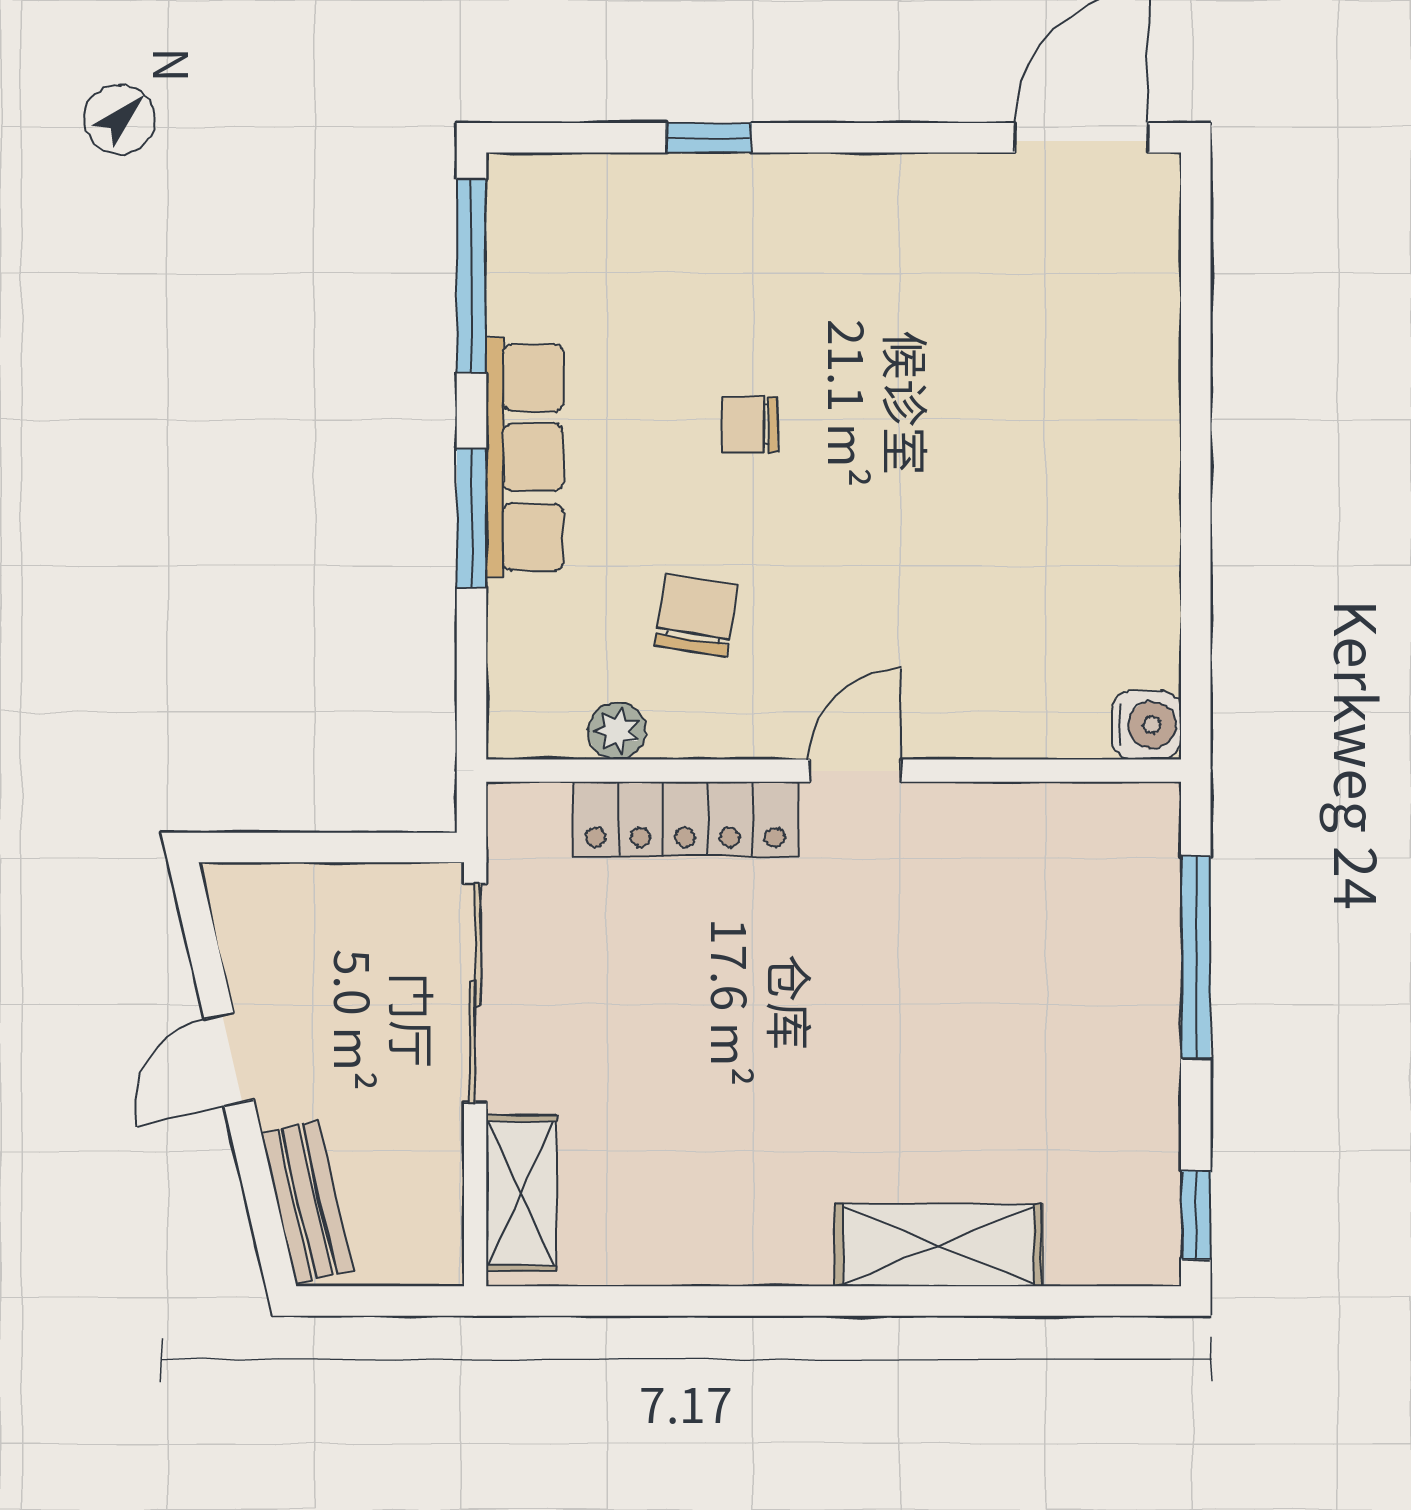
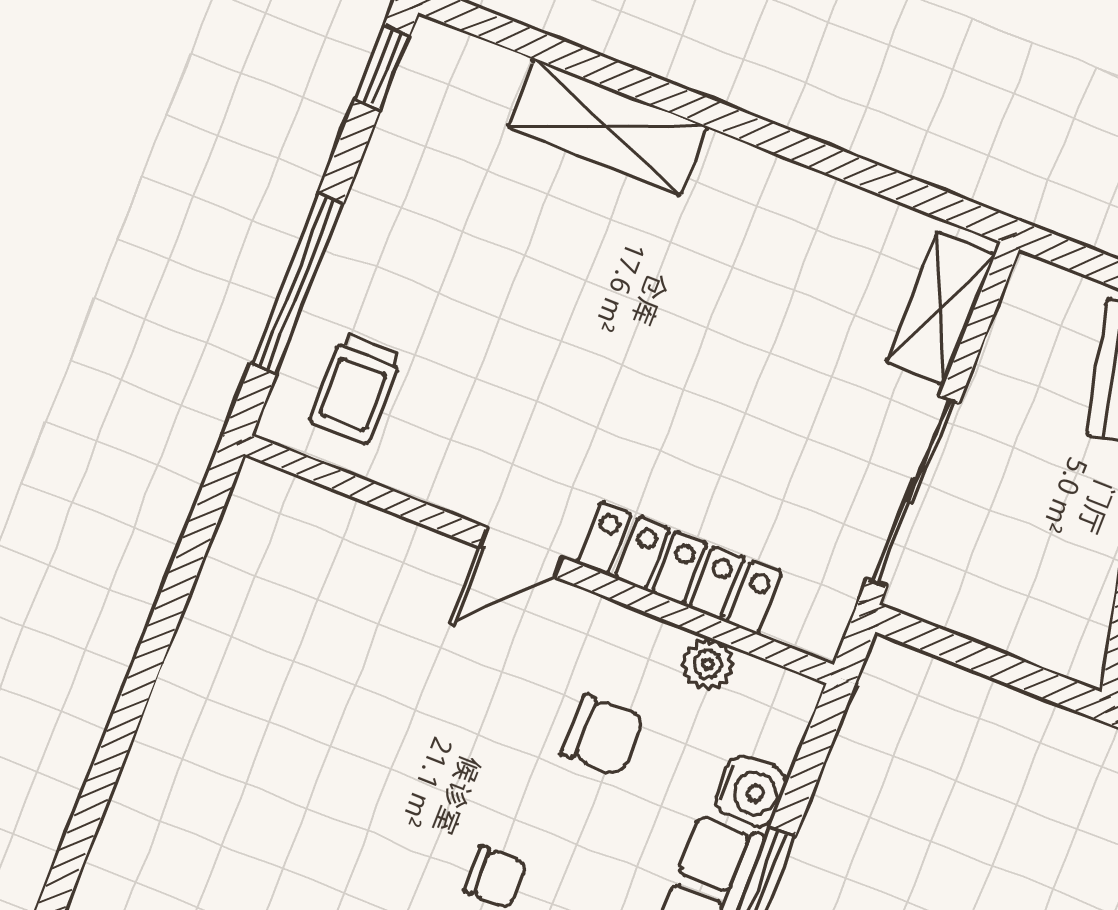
chair: (696, 615) -> (603, 735), turned -99
water cooler: (1147, 725) -> (751, 791), moved, turned 180
trolley: (1093, 873) -> (356, 388), added

